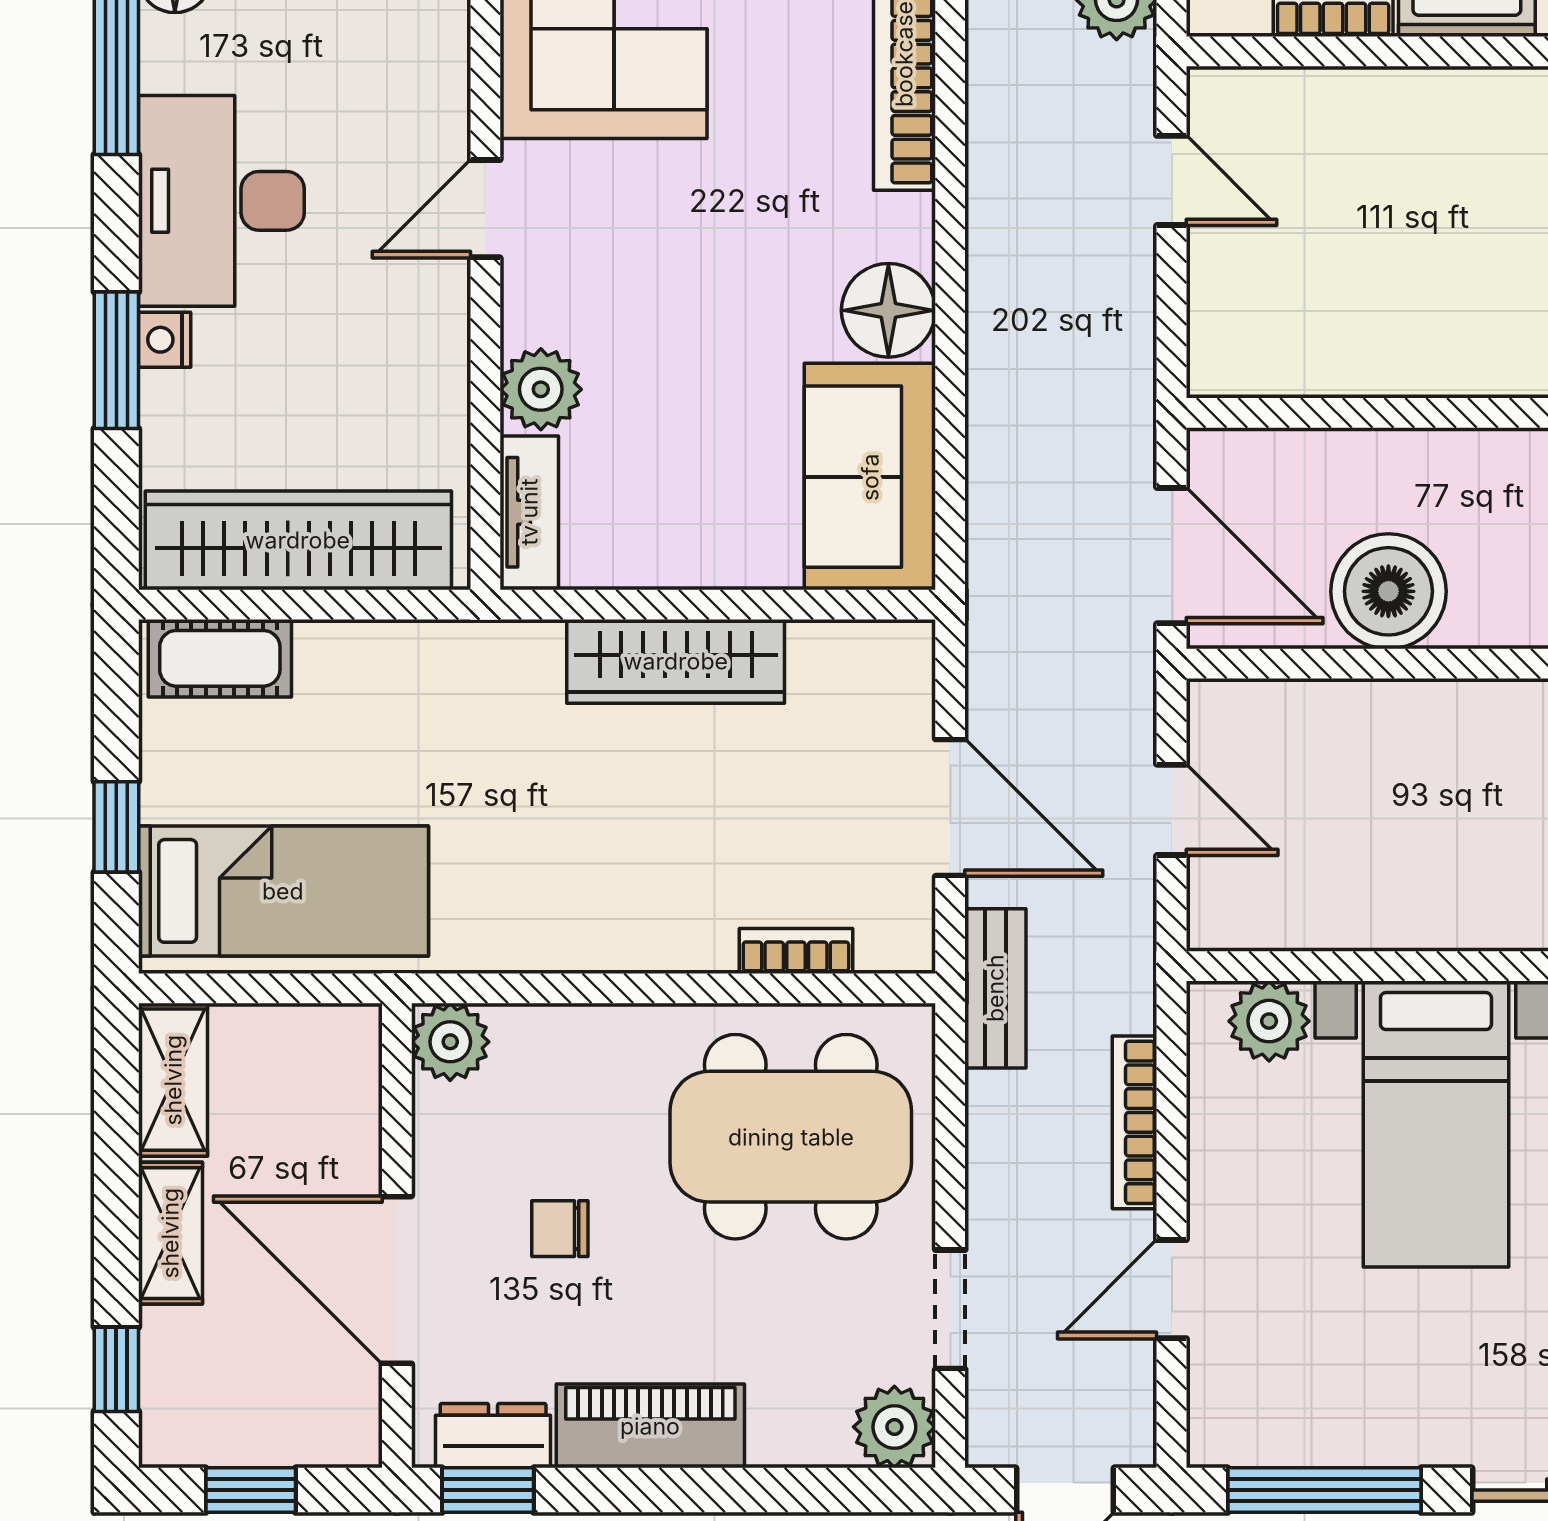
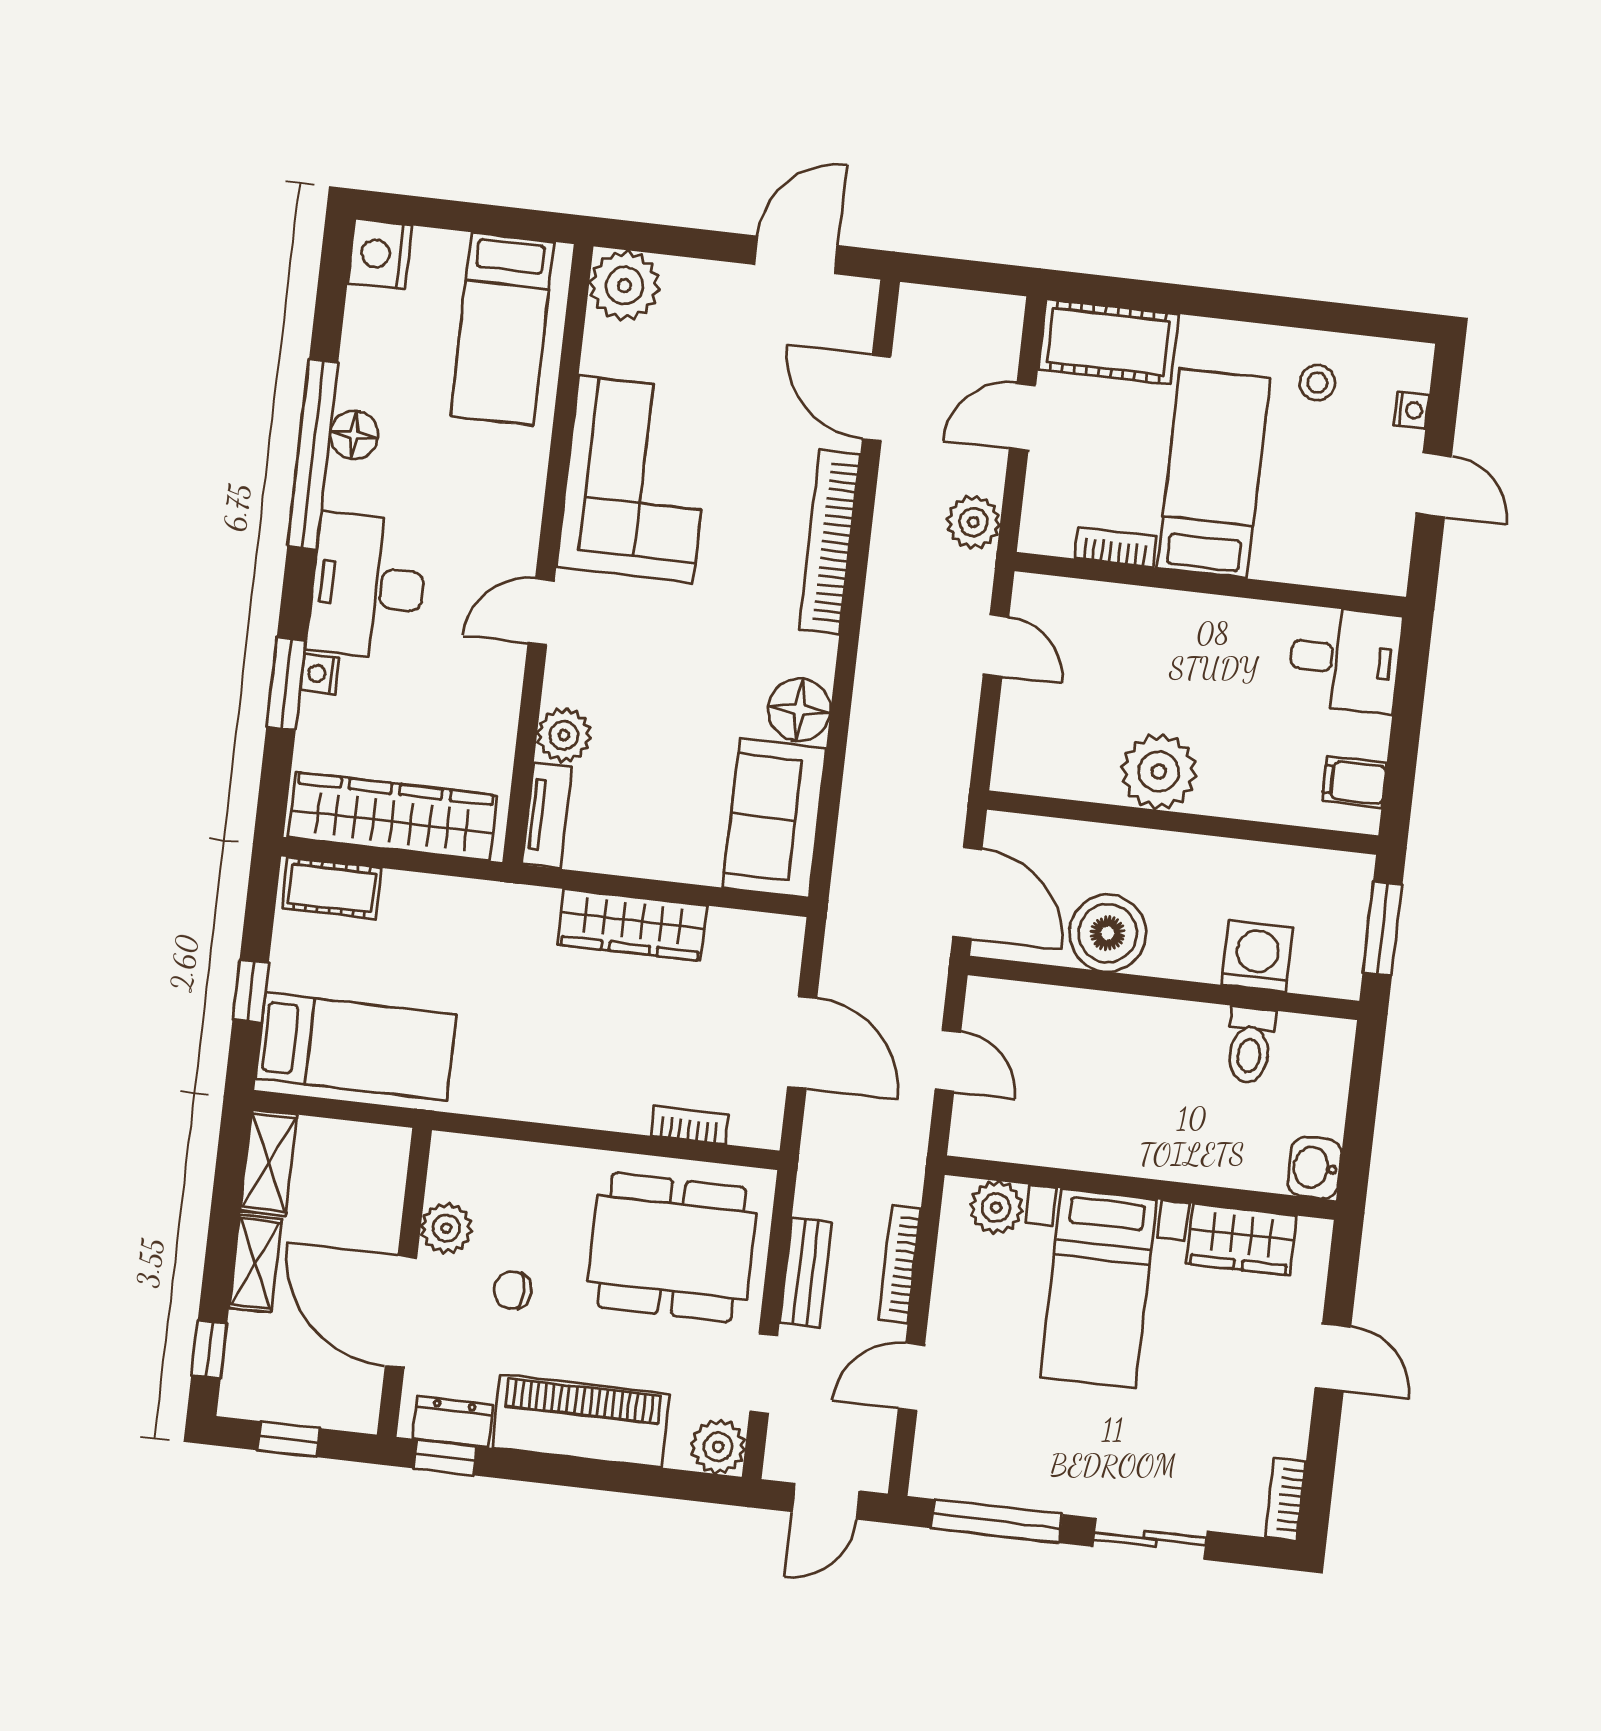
plant: (1437, 341) -> (1159, 772), added
bench: (995, 988) -> (806, 1272), moved
plant: (450, 1042) -> (446, 1228), moved
piano: (650, 1426) -> (581, 1421), width x1.37, depth x1.33

